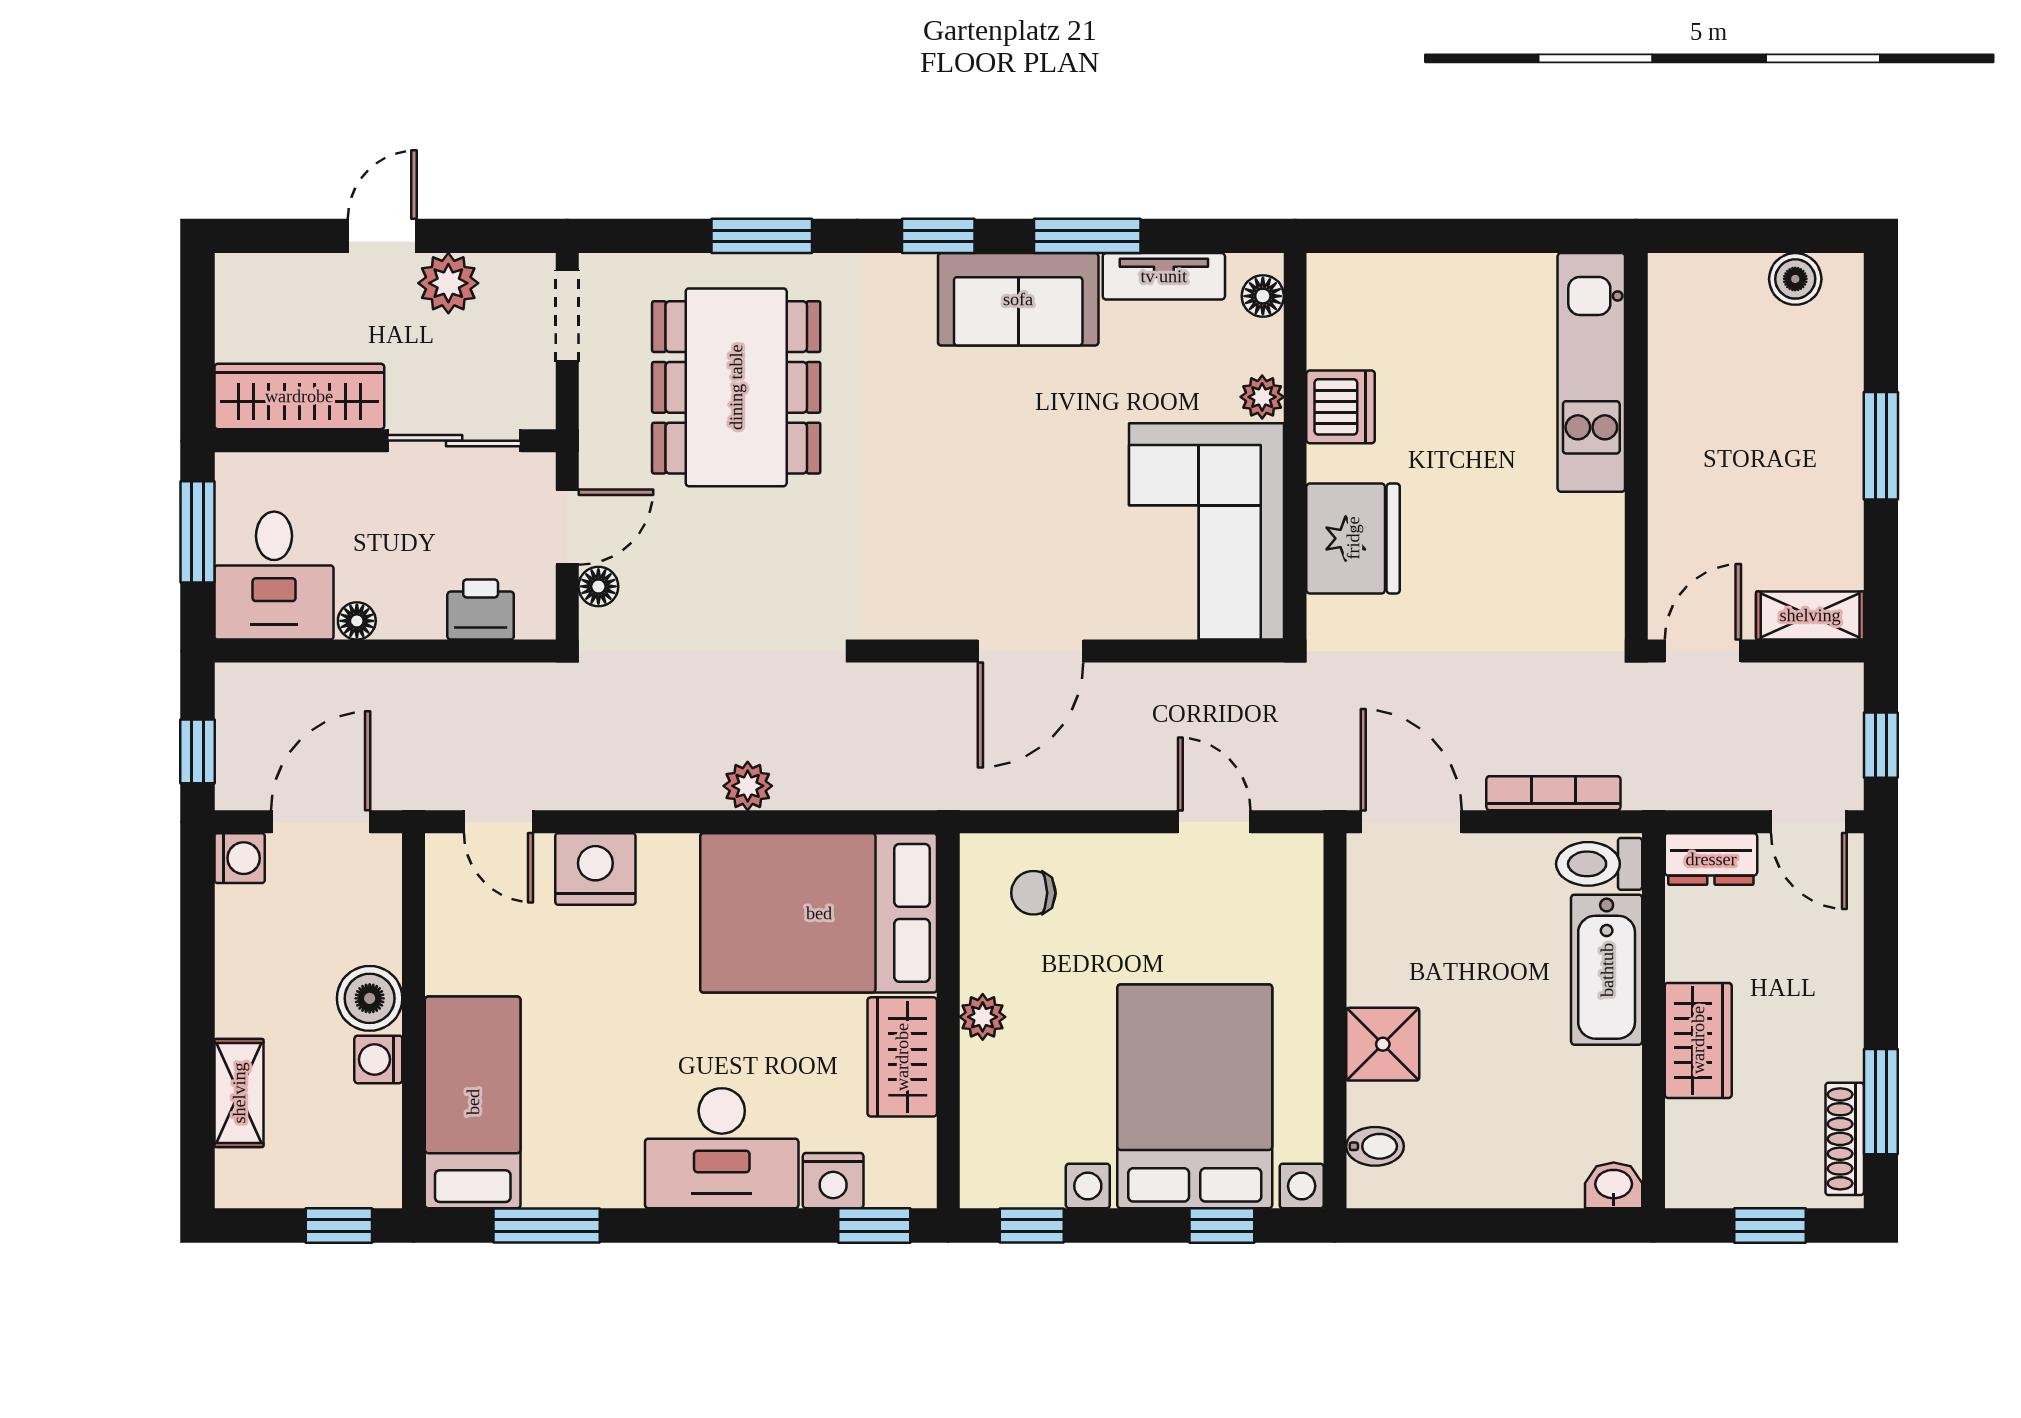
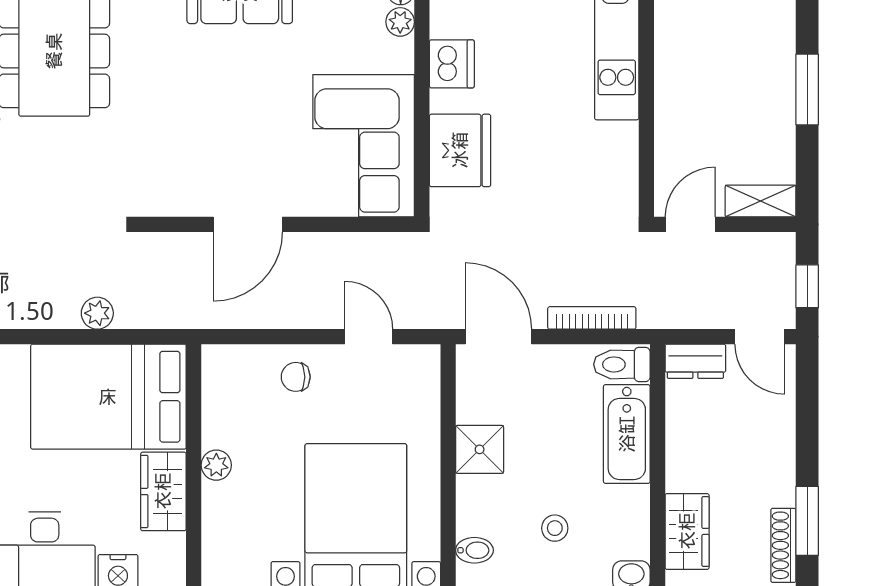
plant: (1262, 397) -> (400, 22), moved
plant: (748, 786) -> (97, 313), moved
chair: (1033, 893) -> (296, 377), moved
wardrobe: (1698, 1040) -> (687, 531), moved
shower: (1383, 1044) -> (480, 449), moved
stool: (1497, 1113) -> (555, 528), added

